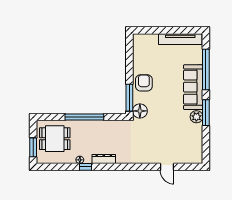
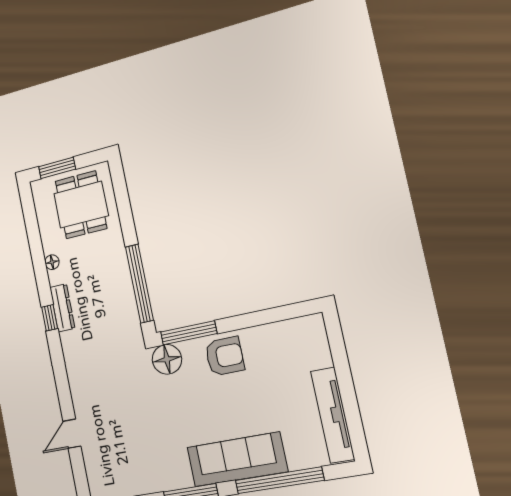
window: (84, 117) -> (139, 284), moved
plant: (196, 117) -> (179, 476), removed
window: (86, 167) -> (50, 318), moved

